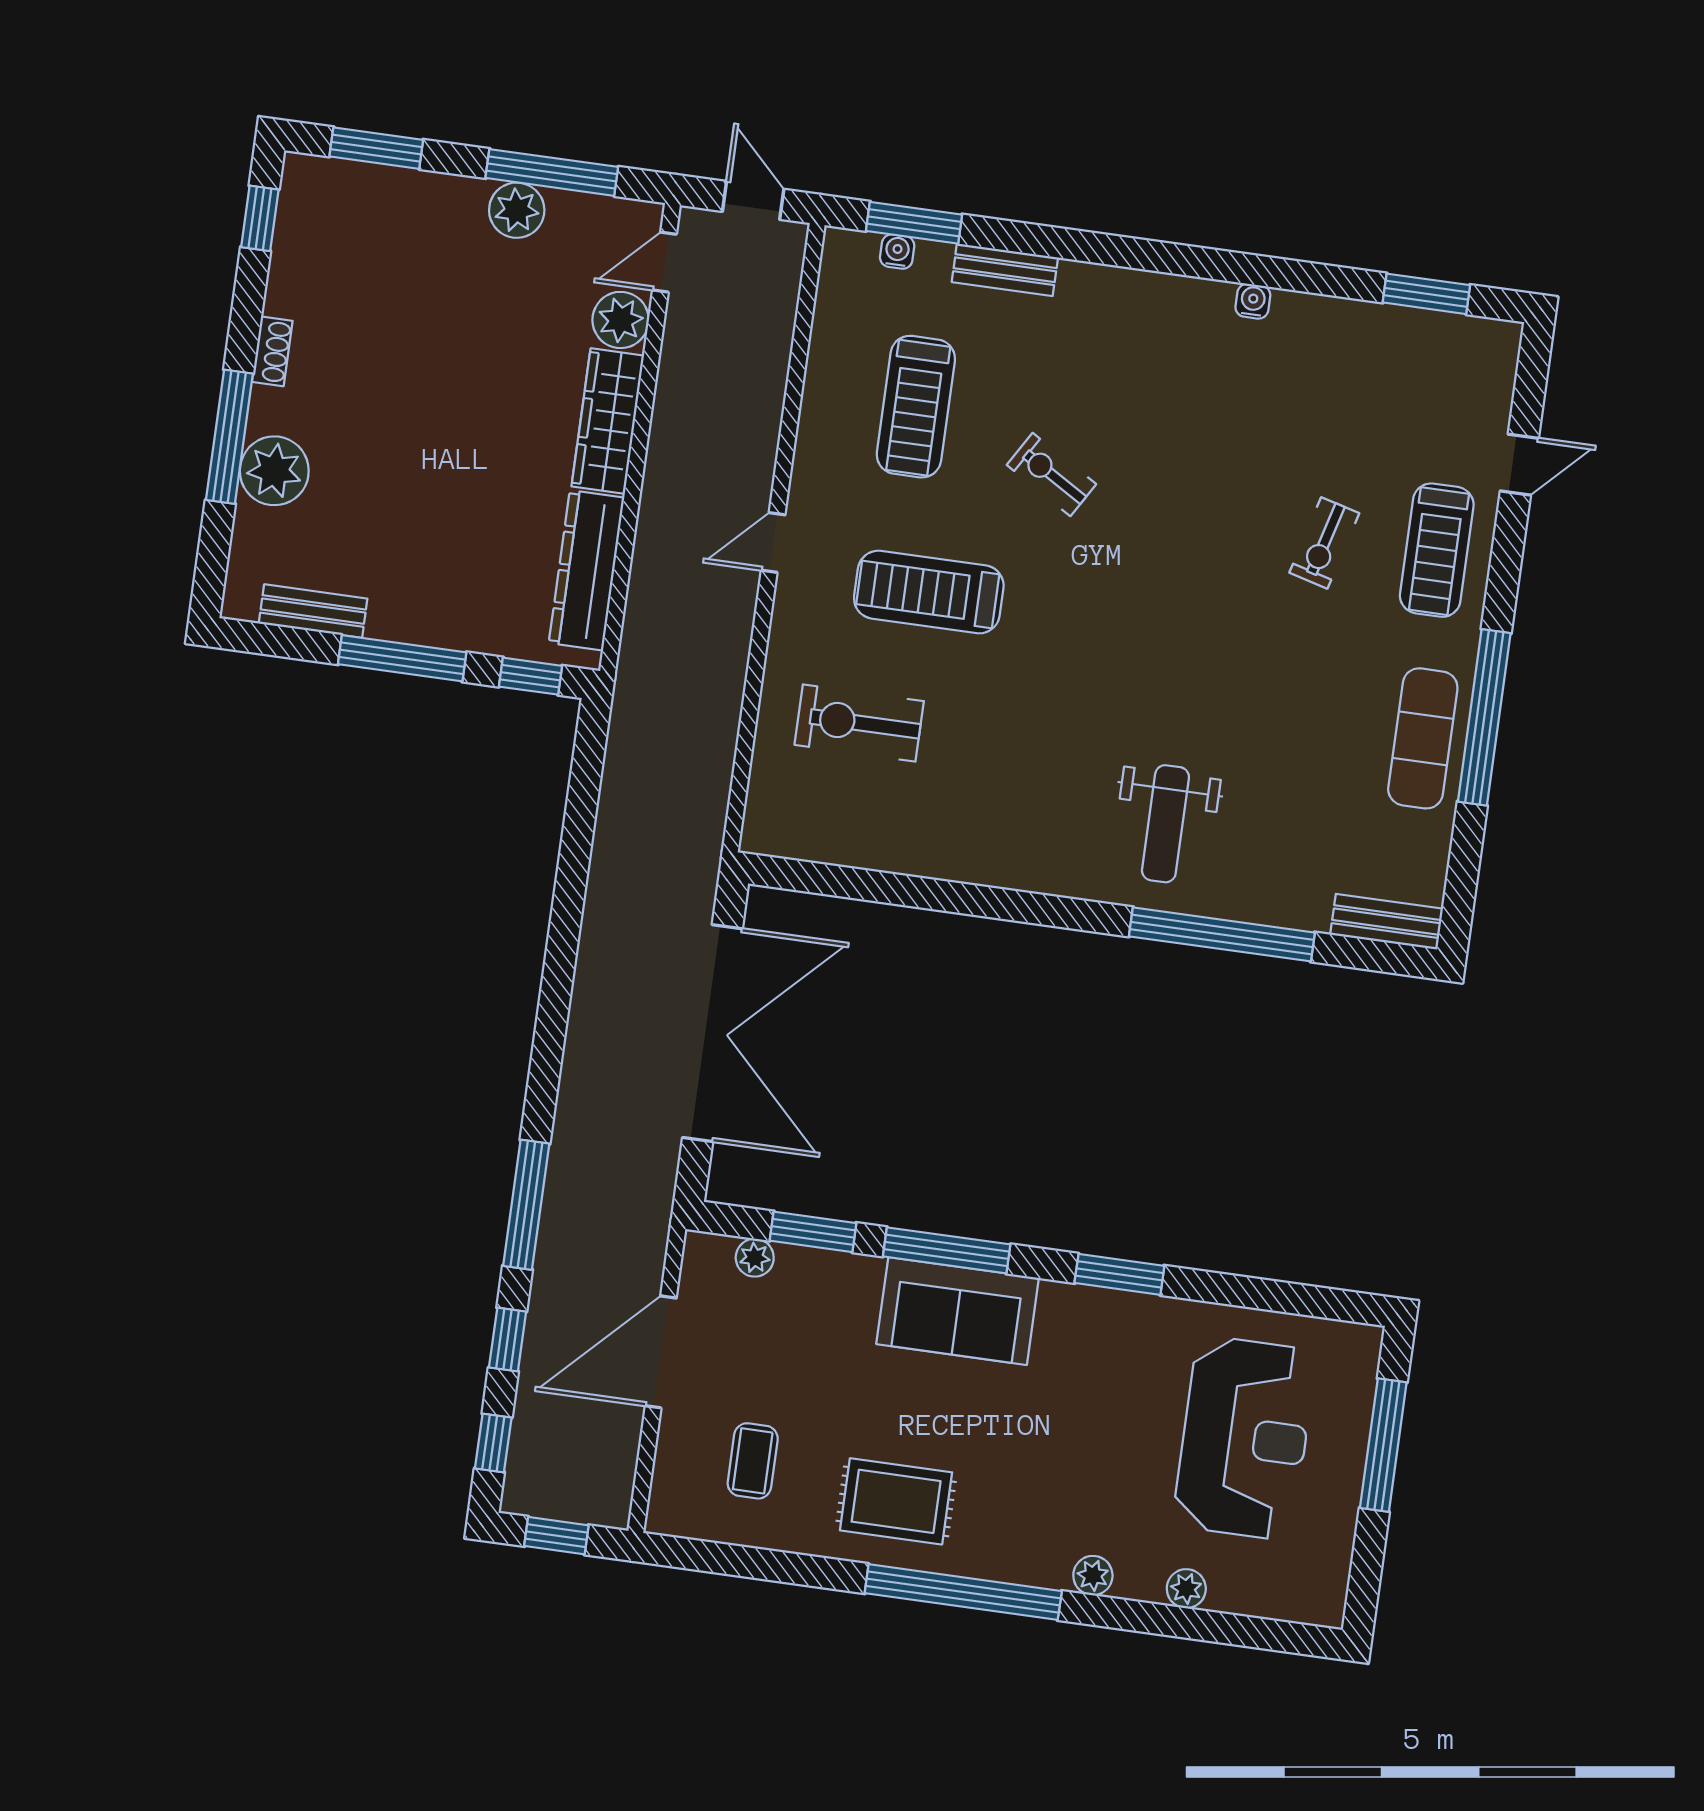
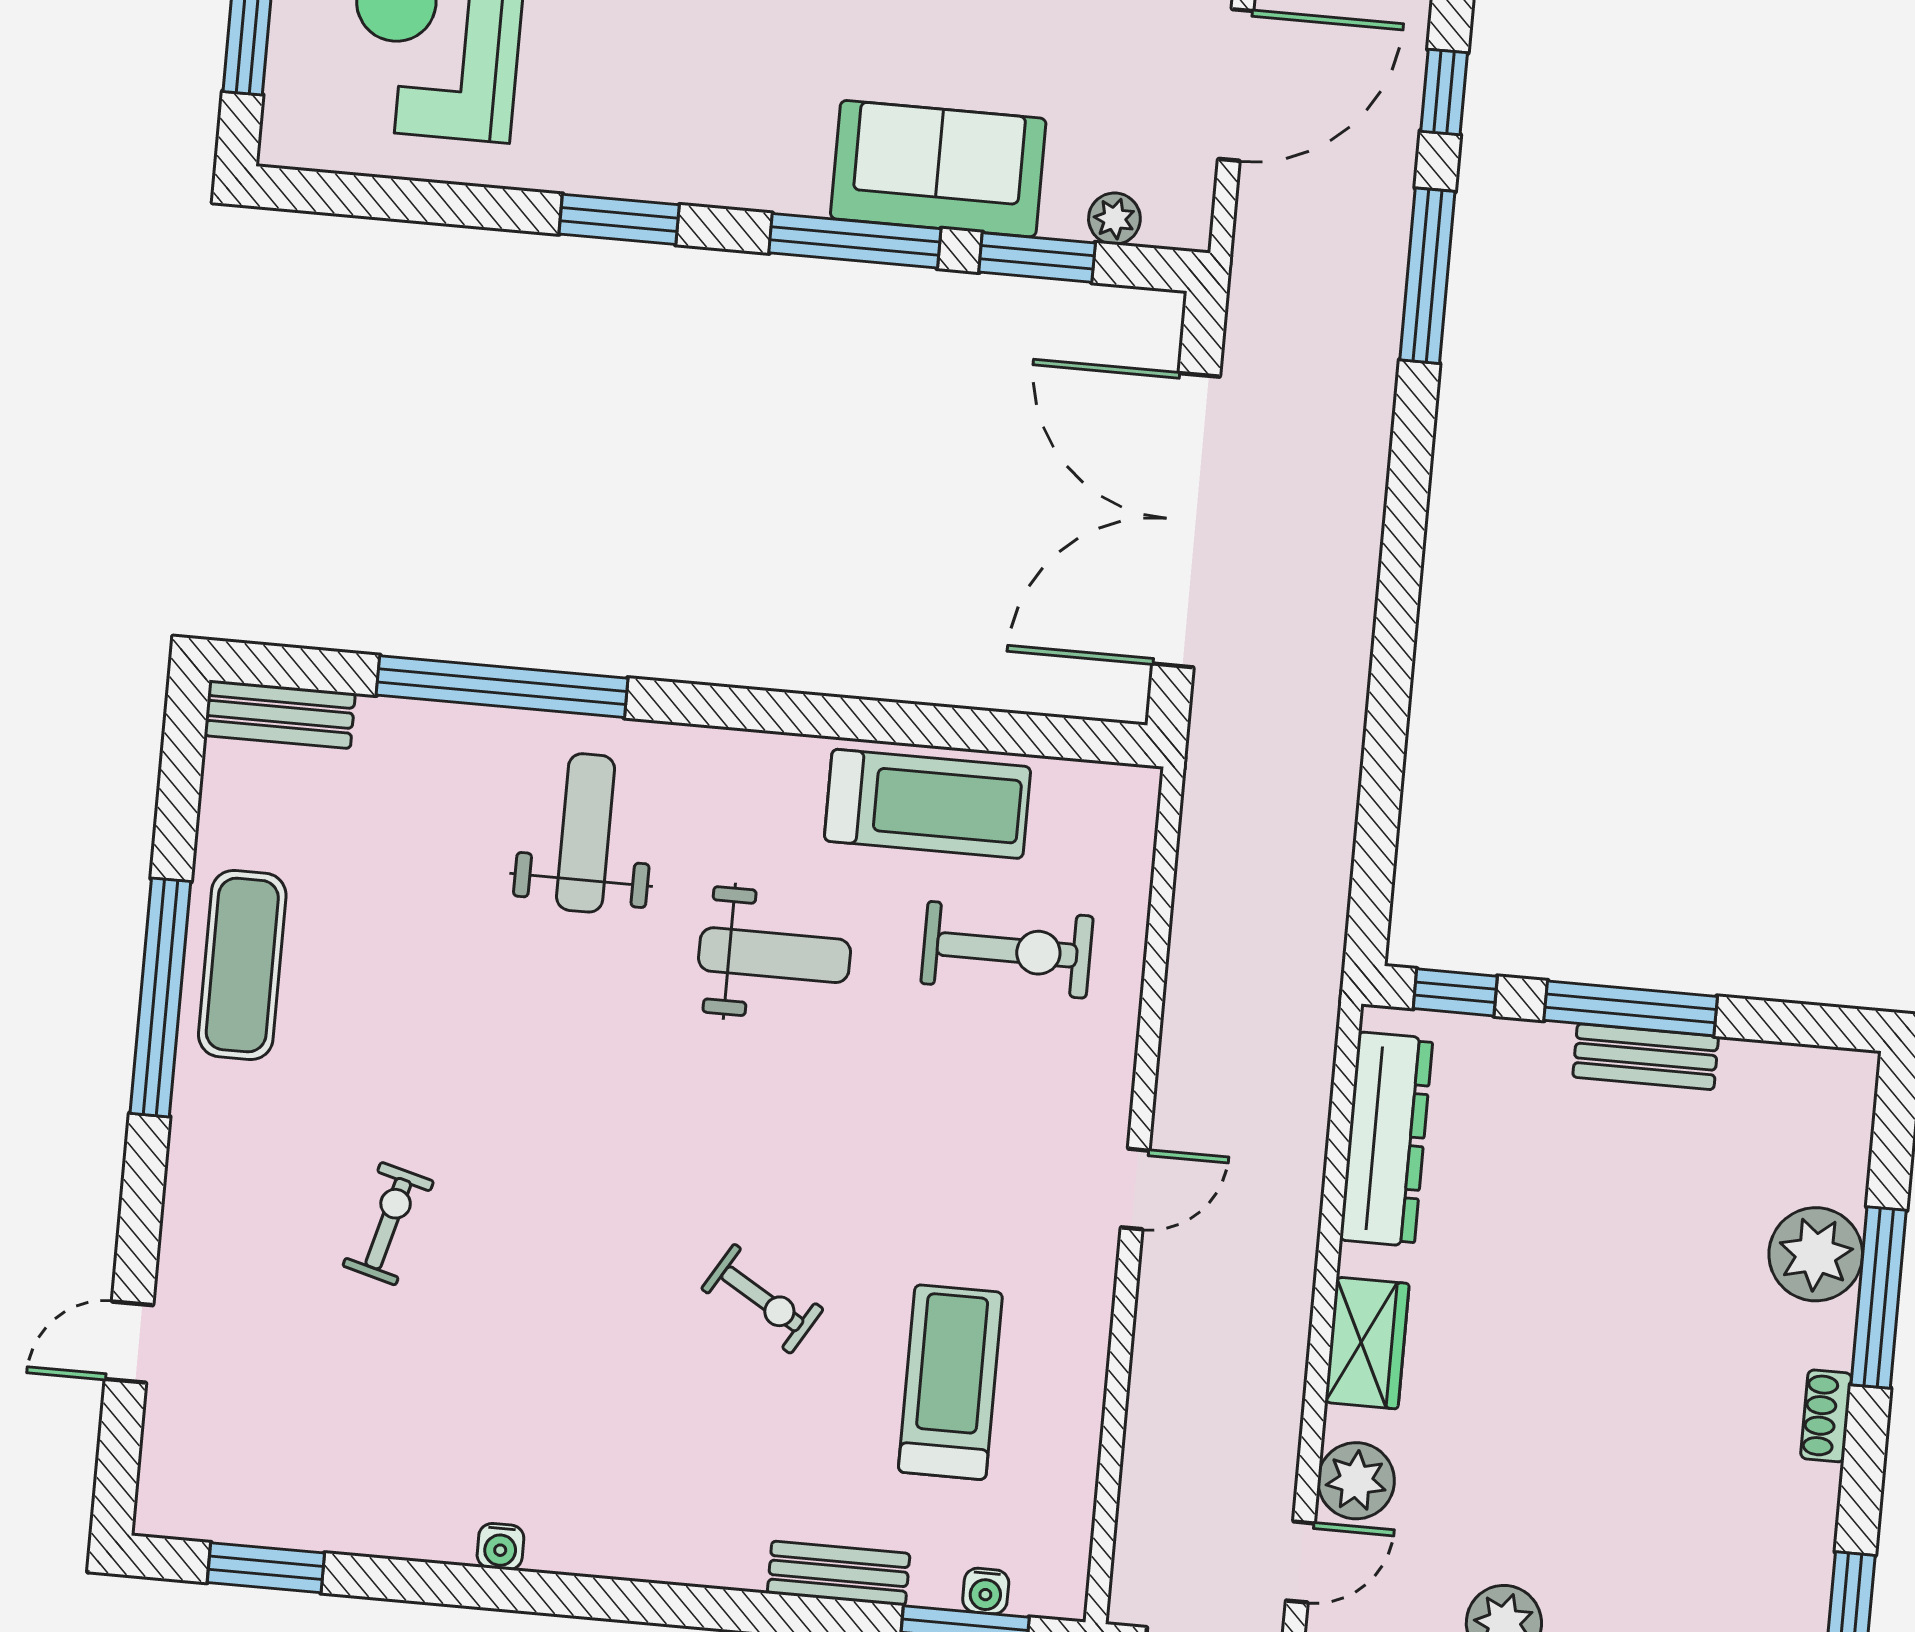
wardrobe: (608, 421) -> (1367, 1343), width x0.67
treadmill: (1437, 550) -> (235, 1221), removed
treadmill: (929, 592) -> (927, 804), moved
bench: (313, 611) -> (1646, 1057), moved
weight bench: (1031, 727) -> (775, 955), added
sofa: (958, 1311) -> (938, 169), moved

